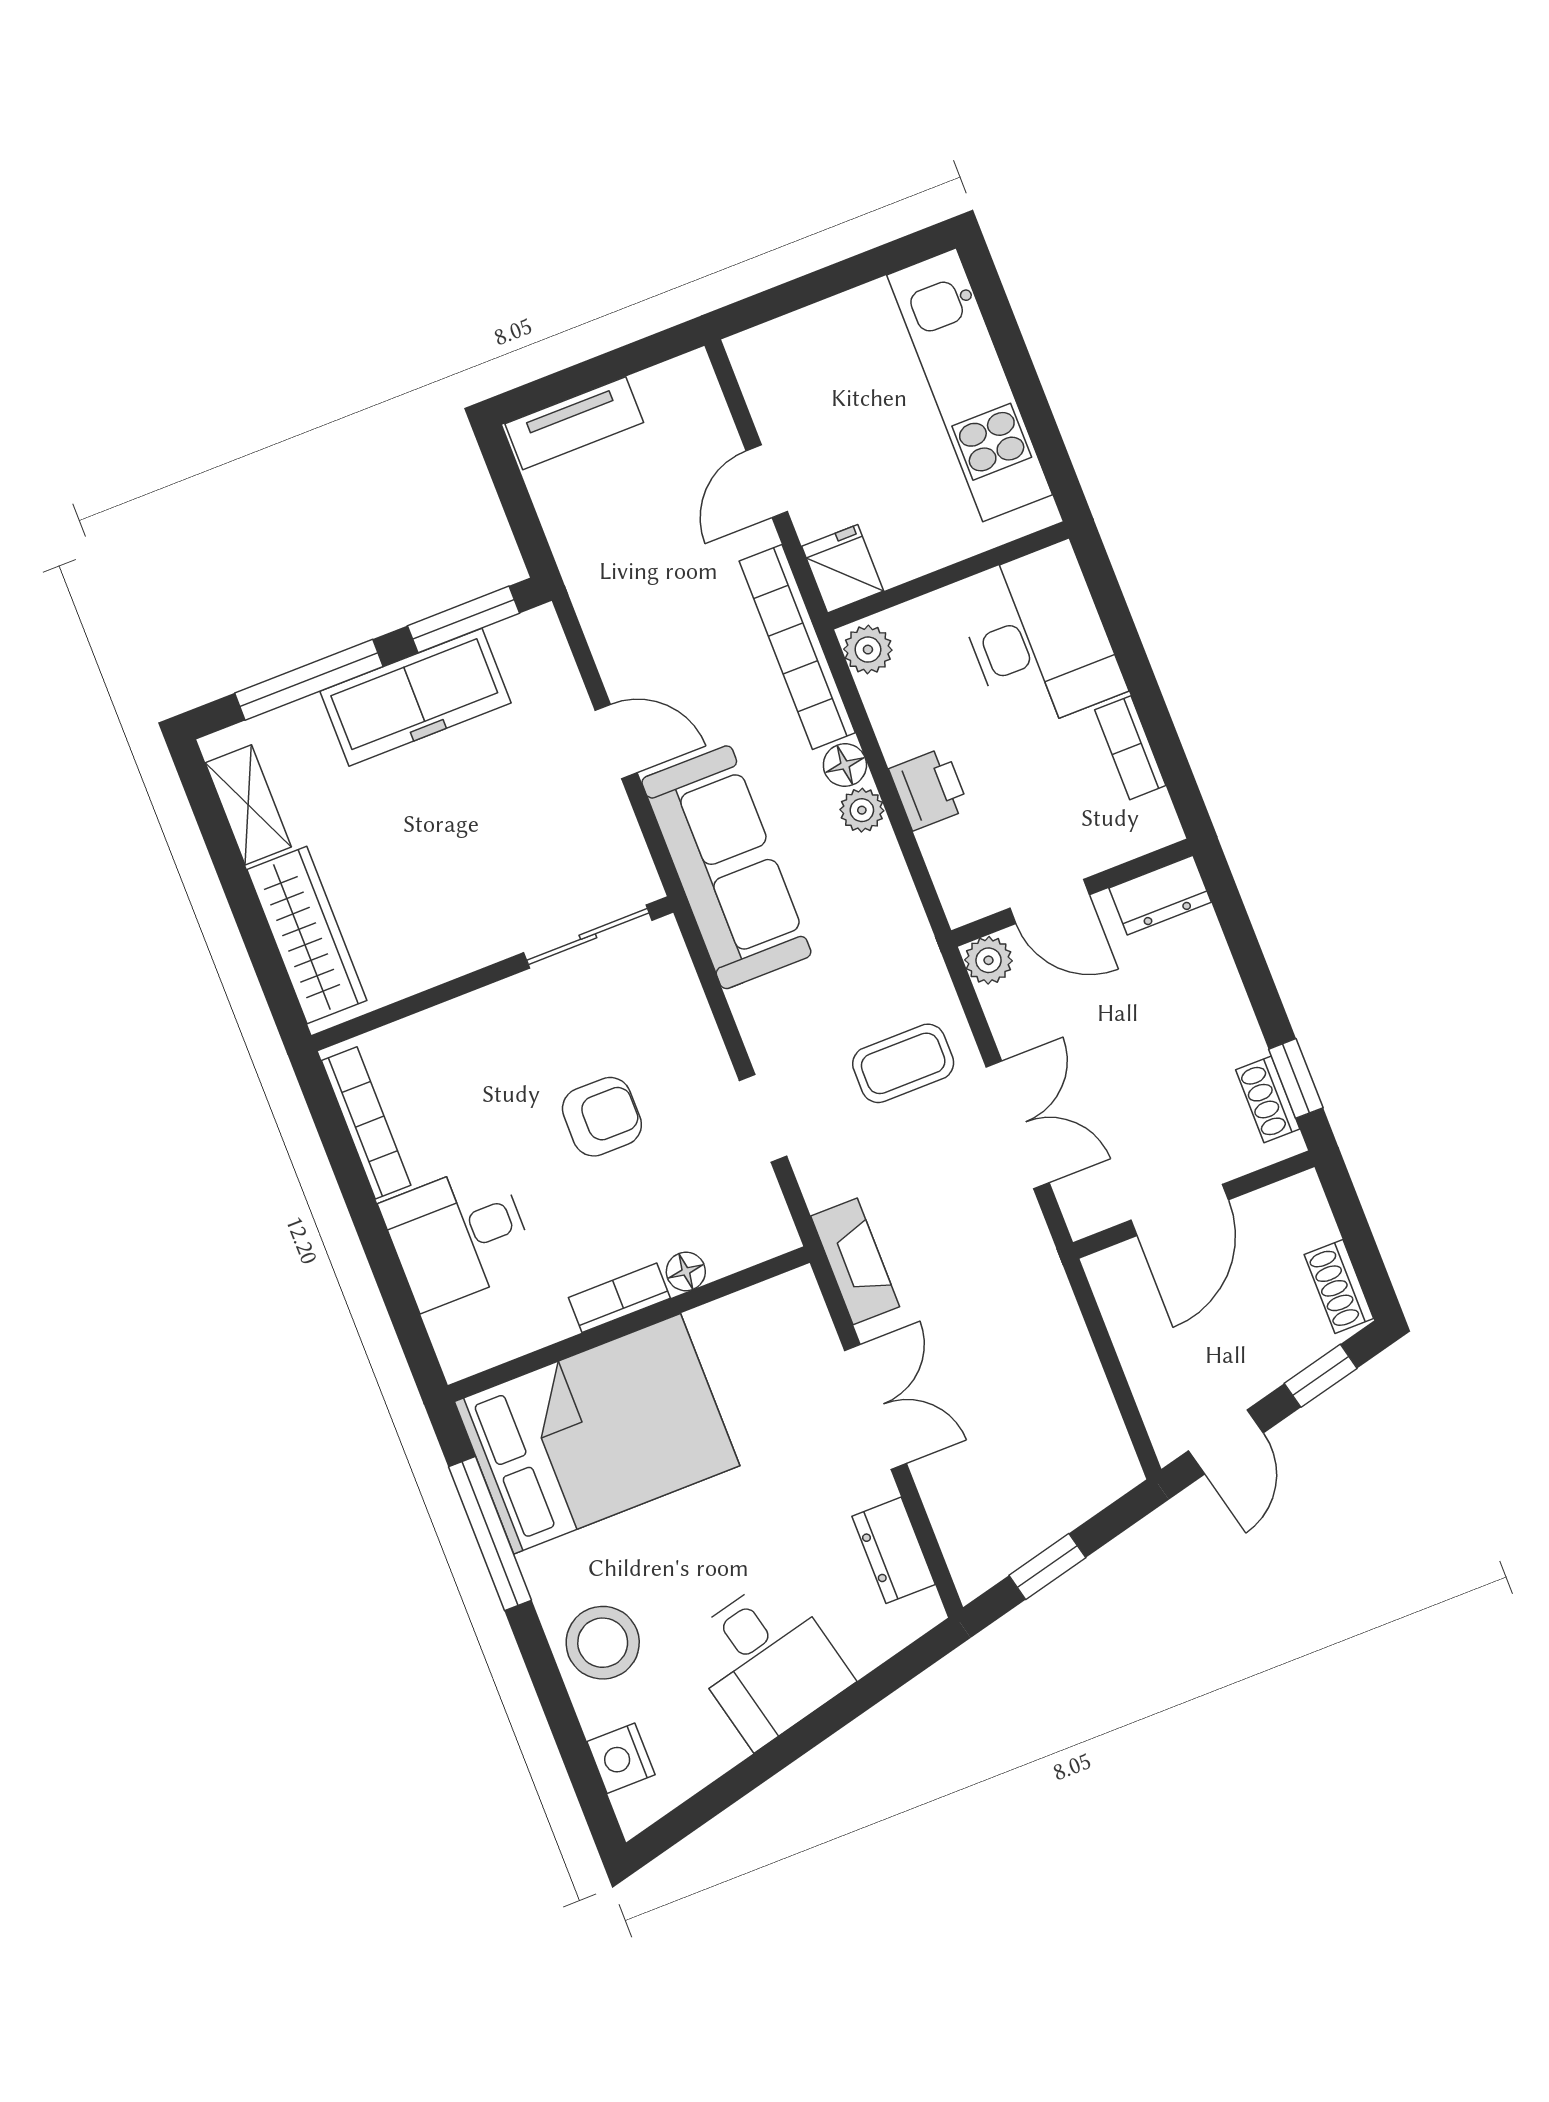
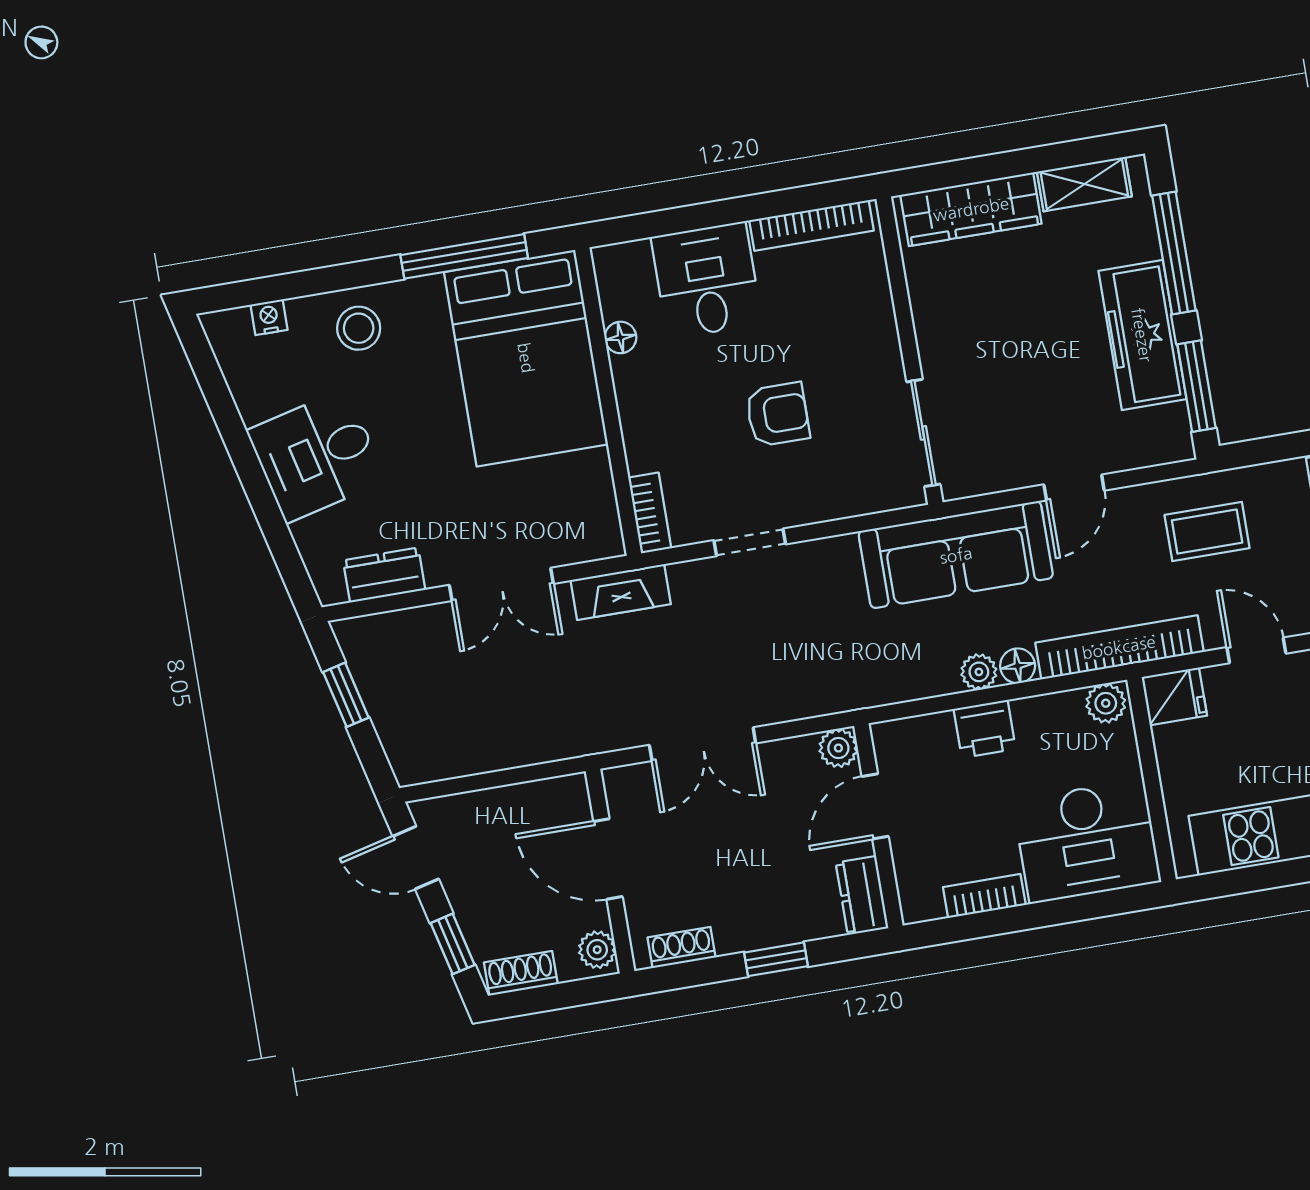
coffee table: (903, 1063) -> (1207, 532), moved, turned 90
window: (1296, 1078) -> (776, 959), moved
armchair: (602, 1117) -> (778, 414), turned -90
plant: (1292, 1200) -> (597, 950), added
floor lamp: (686, 1271) -> (621, 337), moved
bookcase: (619, 1298) -> (650, 513), moved
stool: (603, 1643) -> (359, 328), width x0.73, depth x0.73
nightstand: (621, 1758) -> (269, 317), width x0.72, depth x0.74

